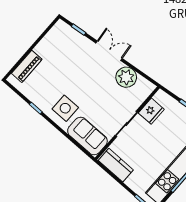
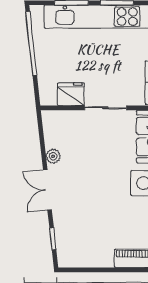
plant: (126, 77) -> (53, 156), width x0.53, depth x0.53

